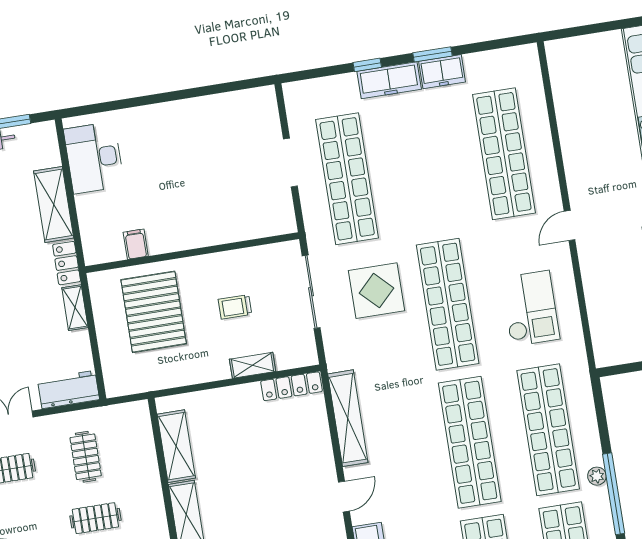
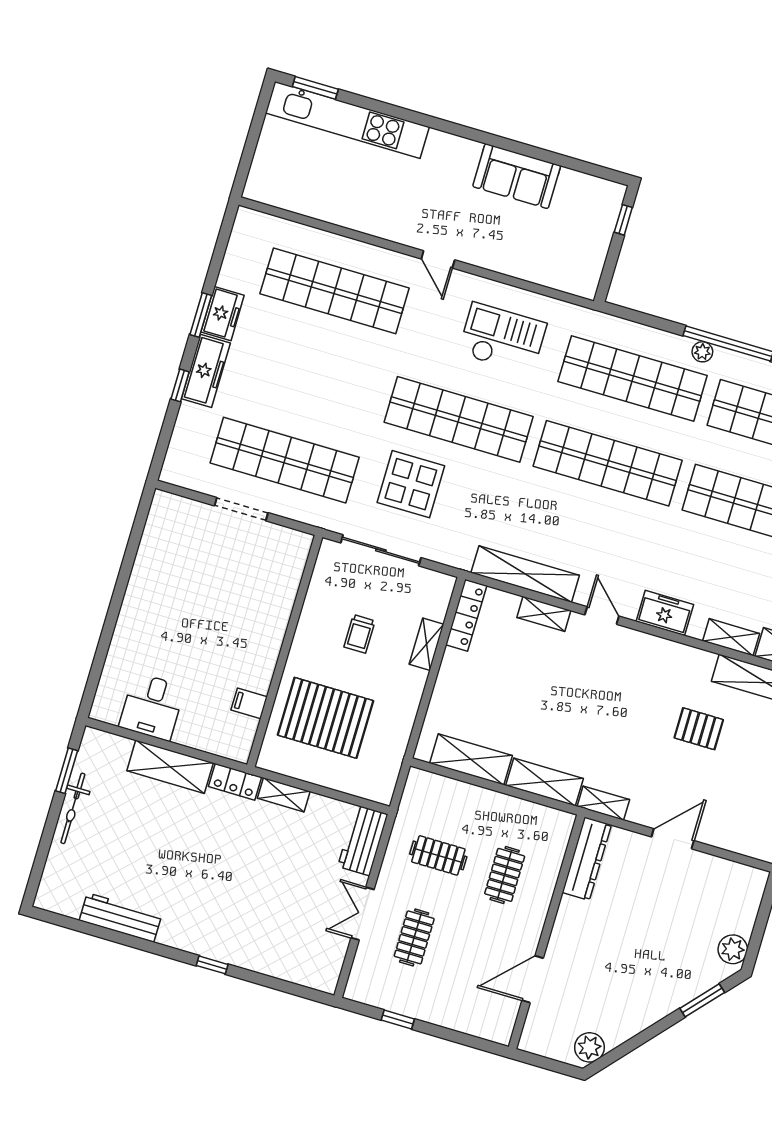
desk: (94, 158) -> (152, 707), width x0.73
shelving: (323, 449) -> (544, 614), added

